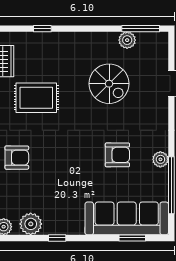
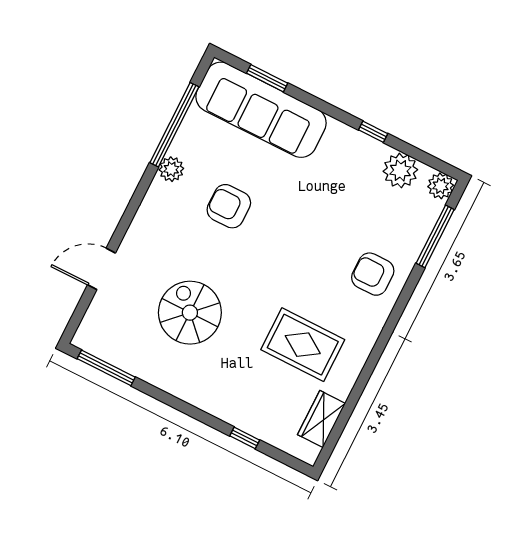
plant: (127, 40) -> (133, 361), removed

